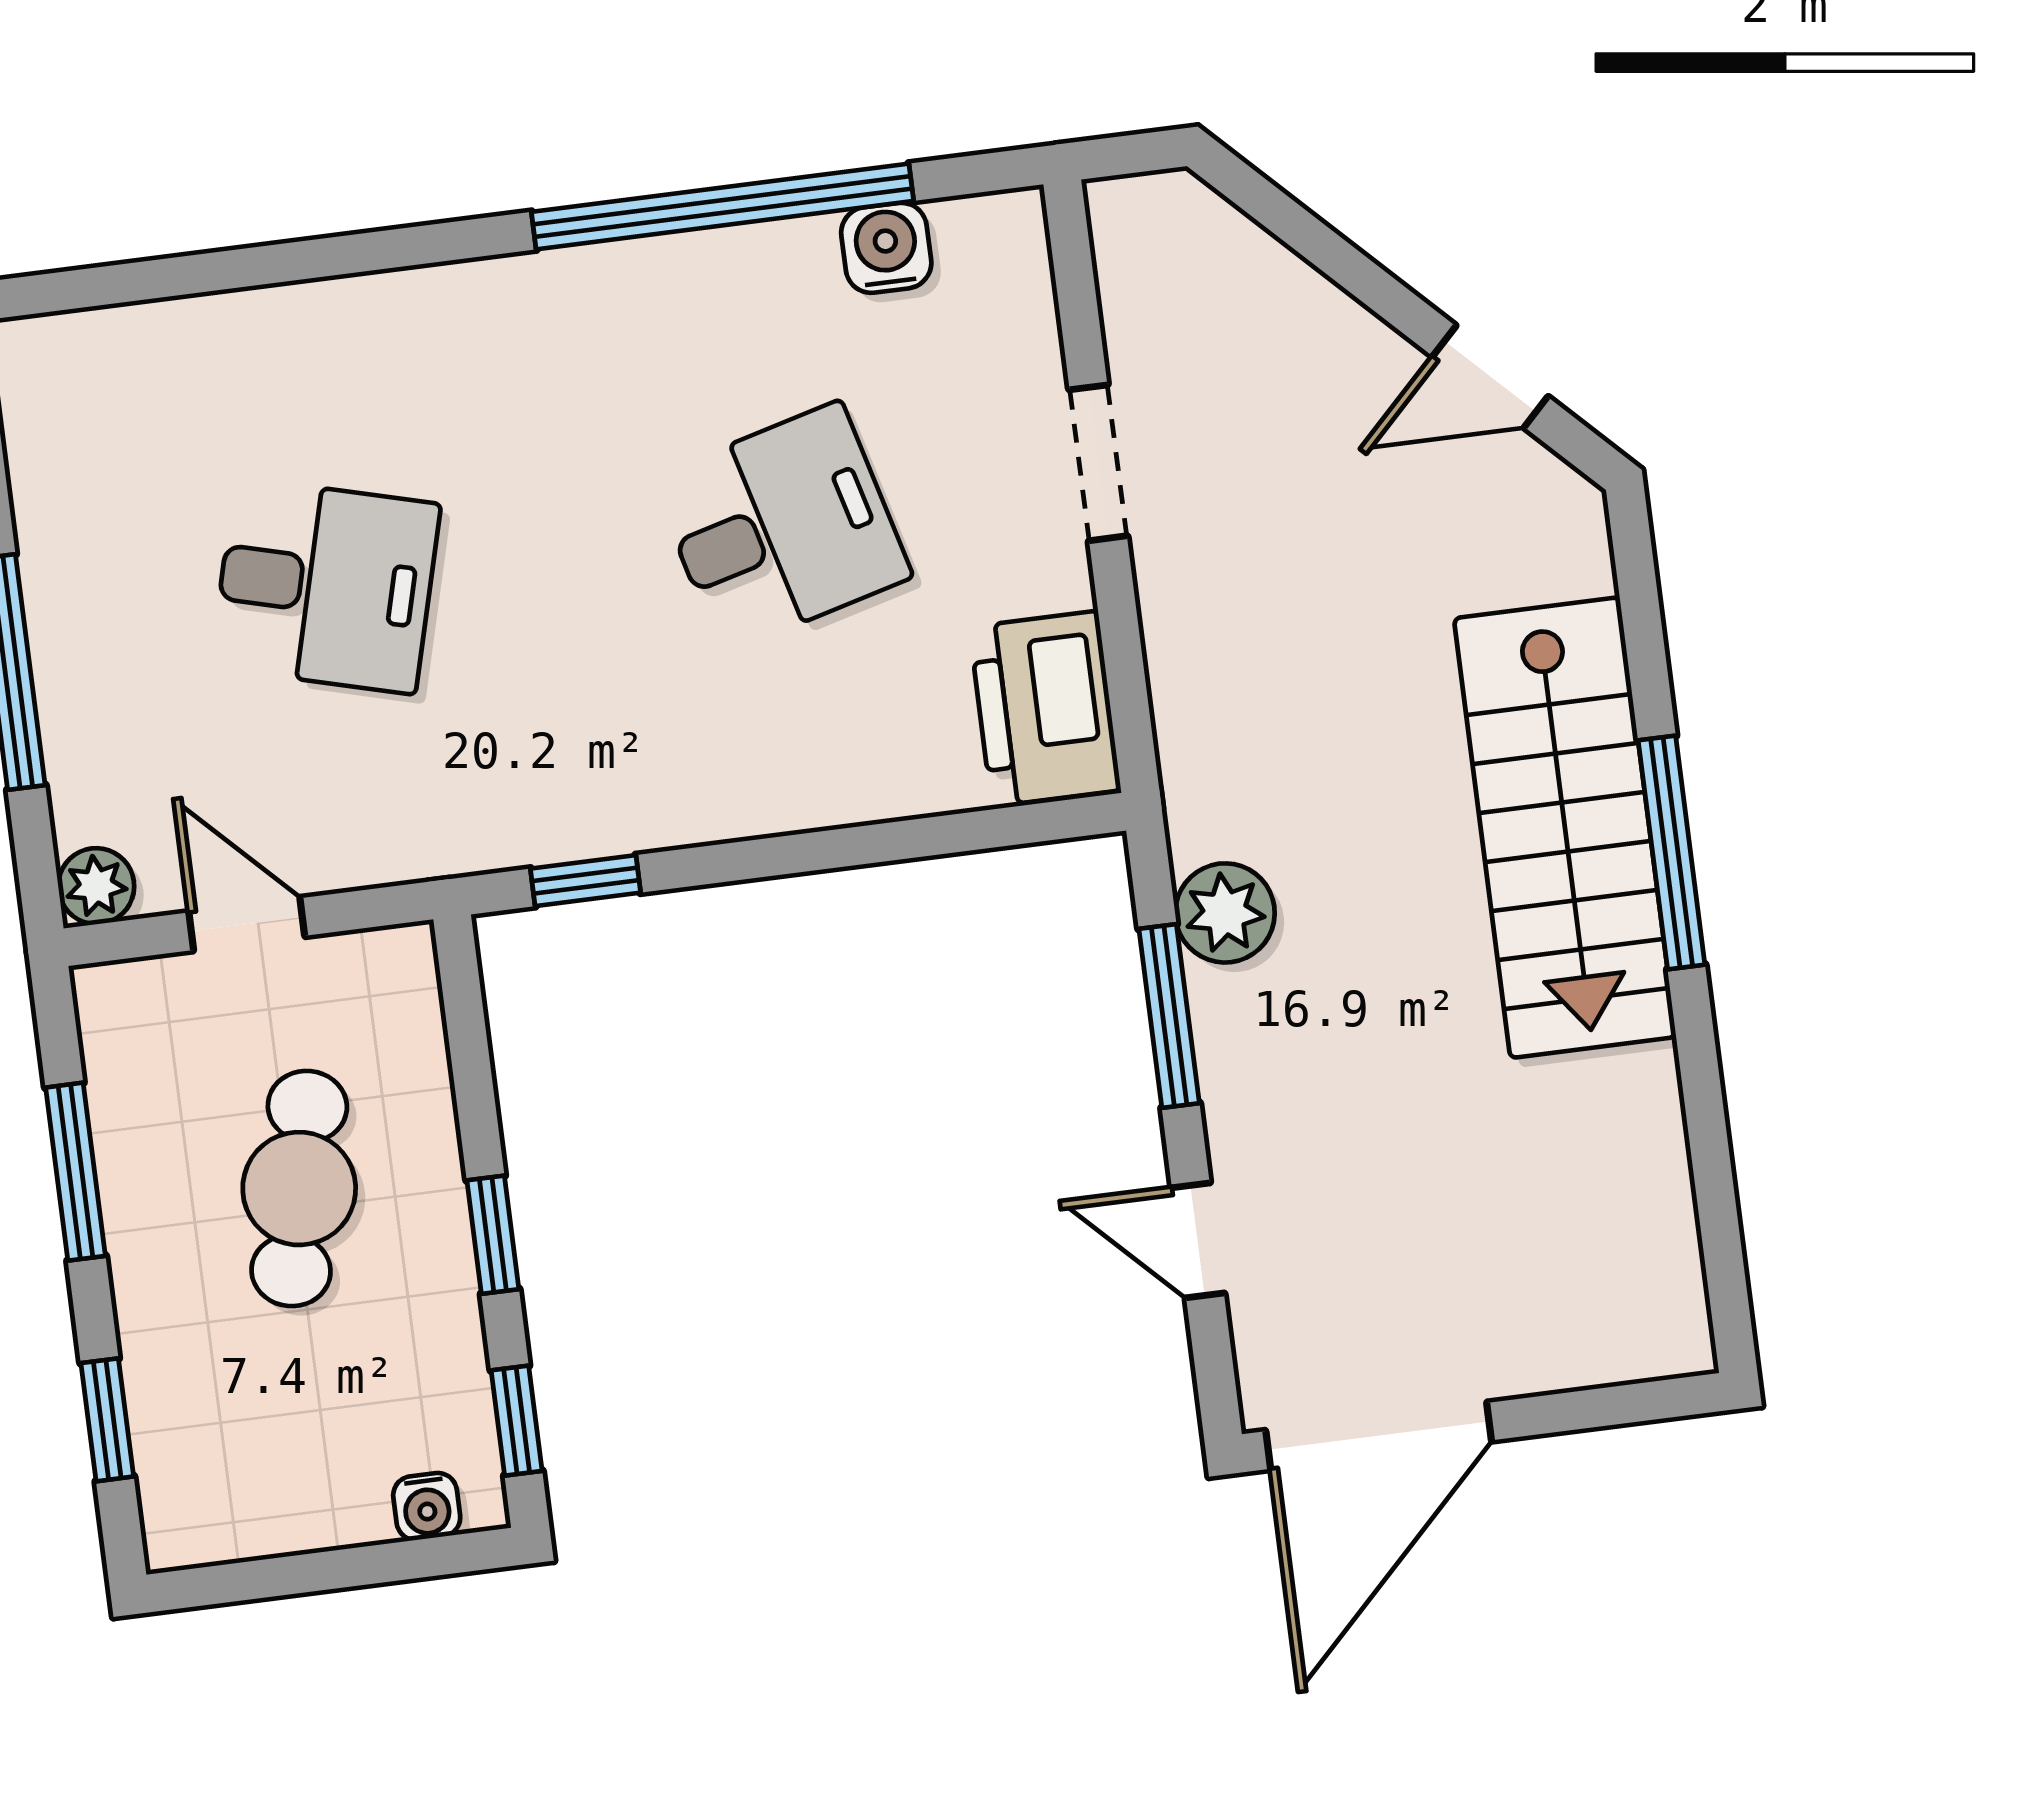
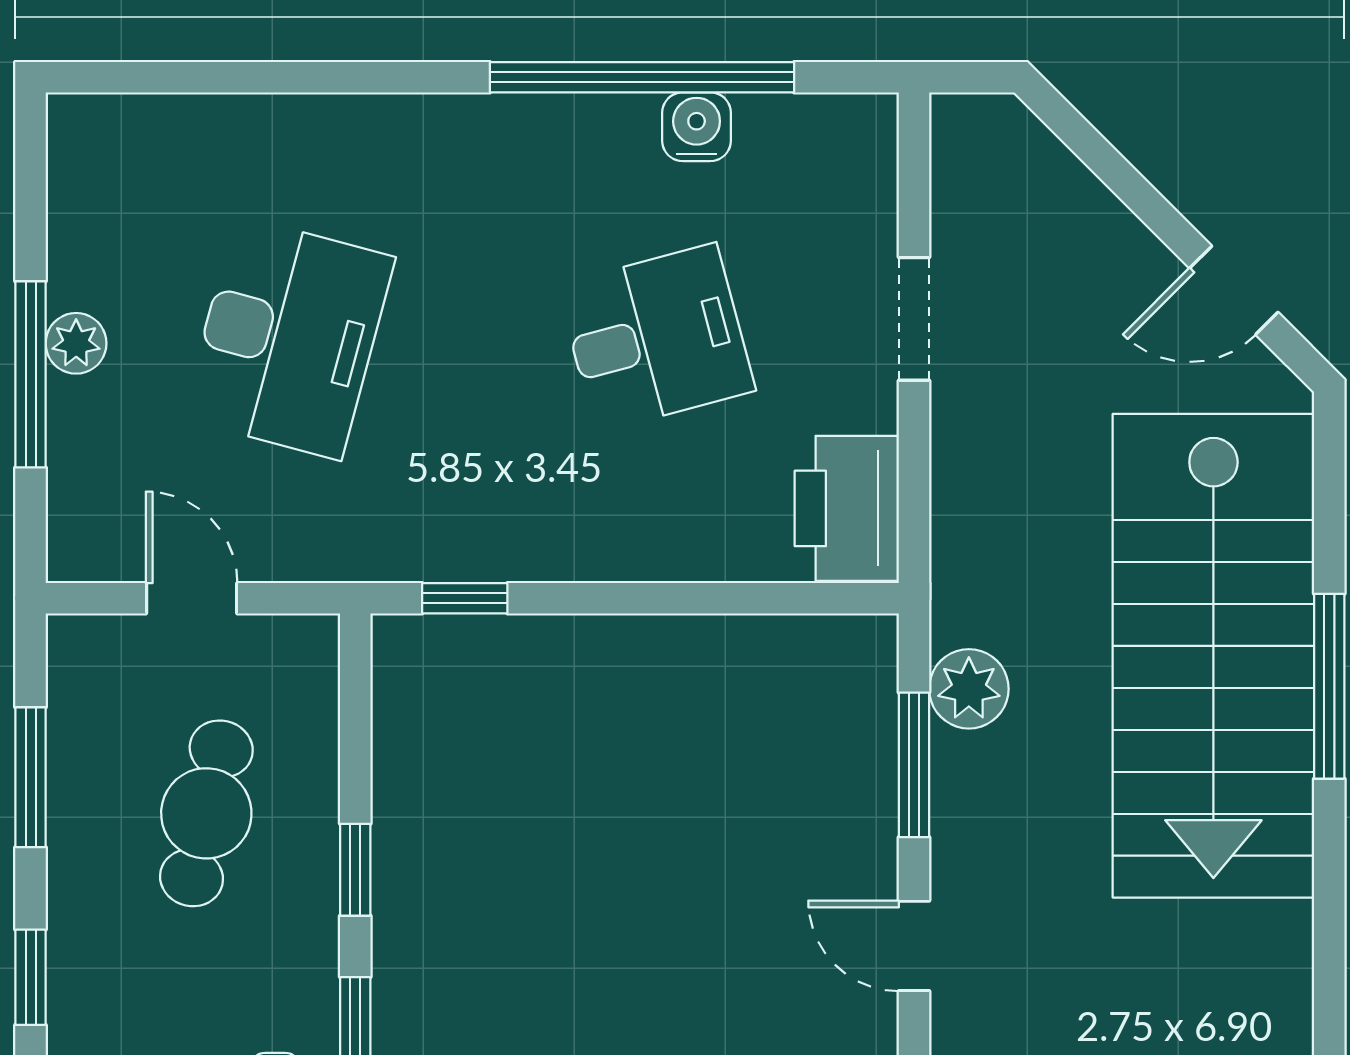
water cooler: (886, 248) -> (697, 127), moved
desk: (325, 586) -> (288, 338), width x1.37
stairs: (1565, 828) -> (1213, 656), width x1.36, depth x1.51
plant: (96, 886) -> (76, 343), moved

